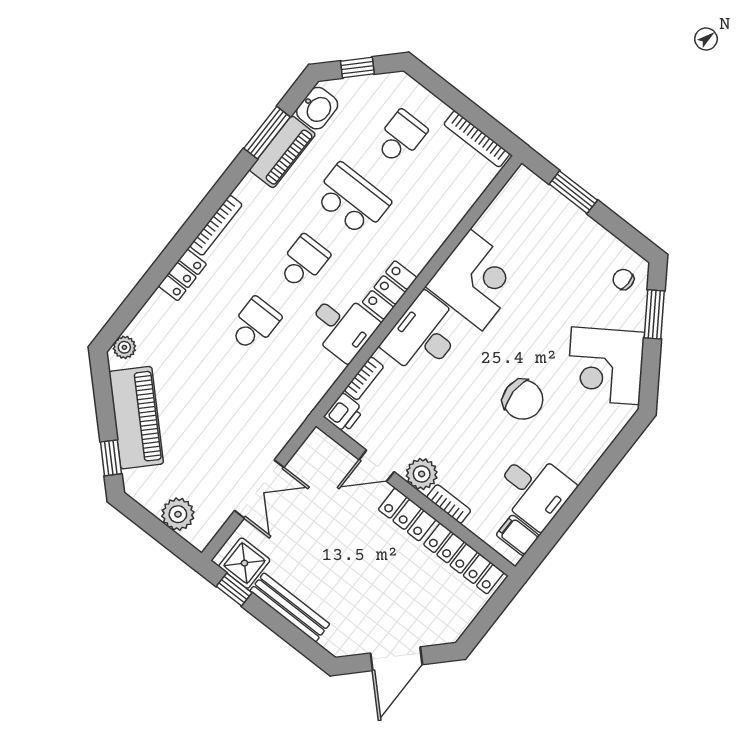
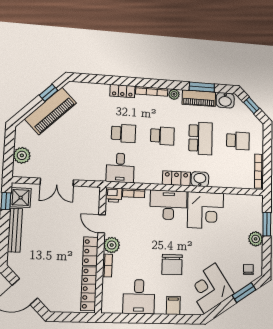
plant: (583, 230) -> (256, 239), added
washbasin: (419, 251) -> (200, 179), added
desk: (342, 326) -> (120, 168), moved
plant: (124, 347) -> (174, 94), moved
window: (111, 458) -> (49, 93), moved
filing cabinet: (518, 535) -> (173, 305), moved

